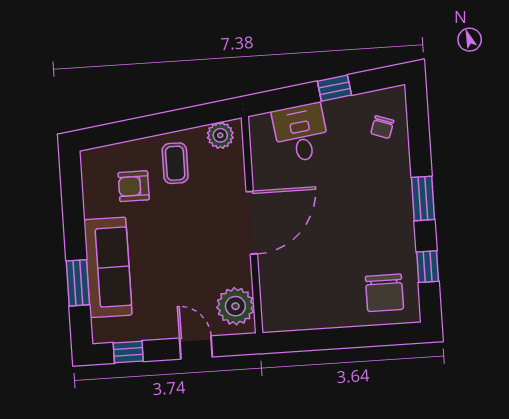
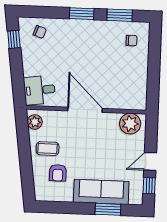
window: (334, 88) -> (14, 39), moved
desk: (301, 133) -> (40, 90), moved
window: (428, 267) -> (120, 15), width x1.50
chair: (384, 293) -> (132, 41), width x0.54, depth x0.54
door: (196, 348) -> (150, 161), moved

